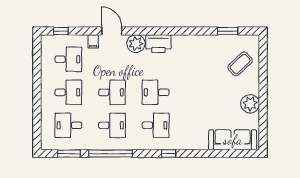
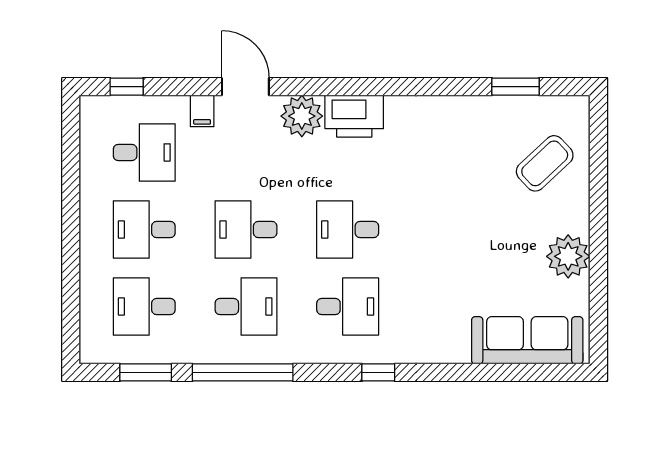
desk: (68, 92) -> (144, 229), turned 180
desk: (112, 92) -> (246, 229), turned 180

